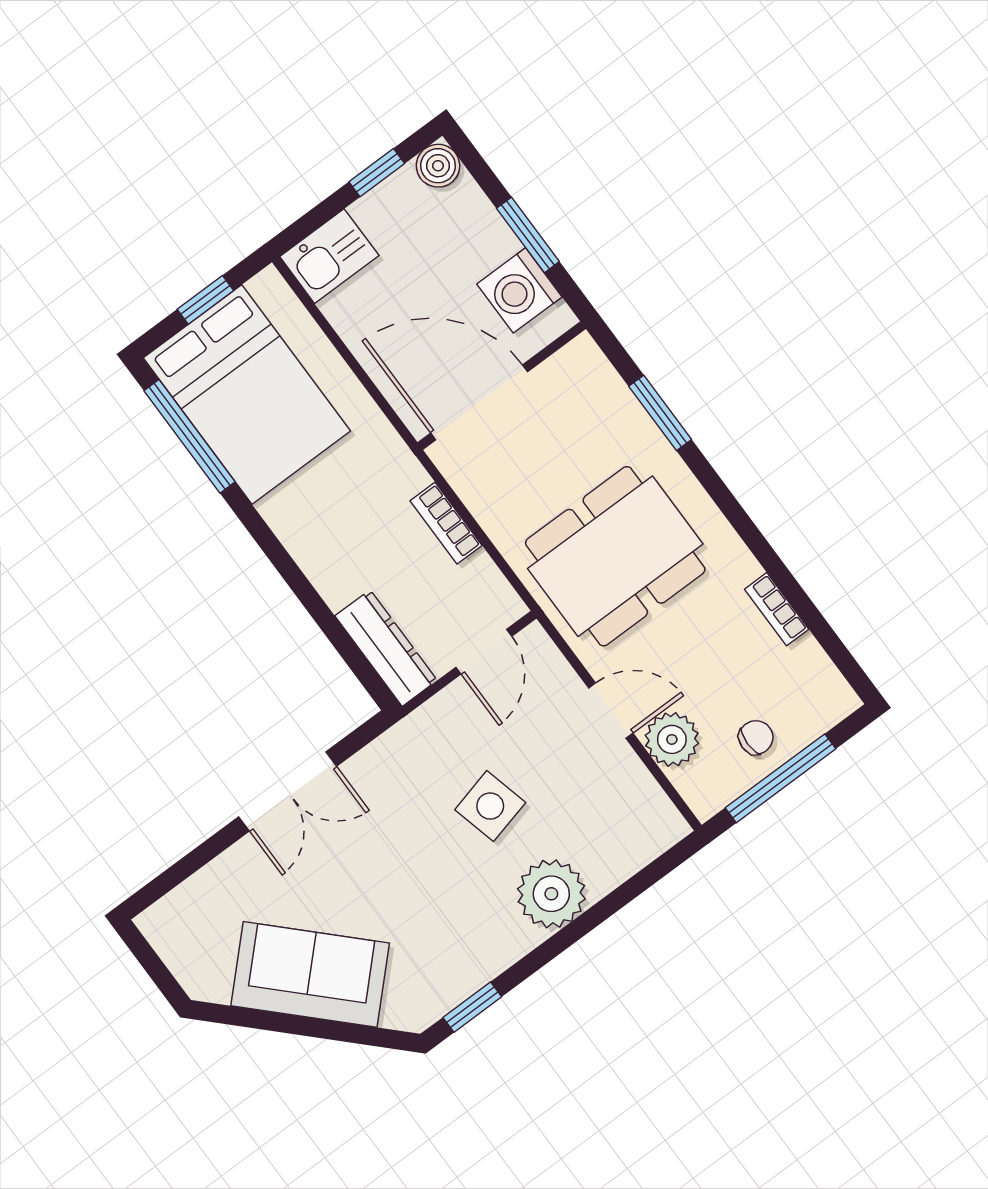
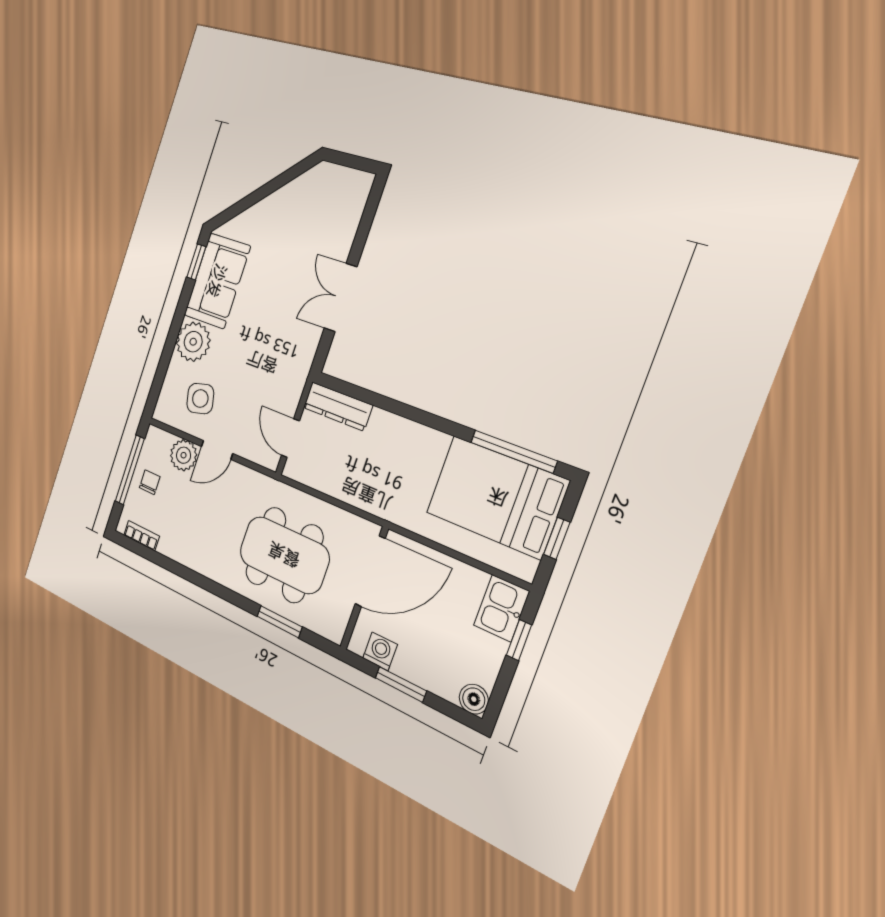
window: (377, 173) -> (519, 640), moved
washing machine: (519, 290) -> (380, 651), width x0.73, depth x0.73
bookcase: (446, 523) -> (348, 493), removed
dining table: (615, 556) -> (284, 555), moved, turned 90
bookcase: (777, 609) -> (142, 536), moved
chair: (756, 737) -> (150, 482), turned 180
side table: (490, 806) -> (200, 399), moved
sofa: (310, 974) -> (217, 281), moved, turned -45

